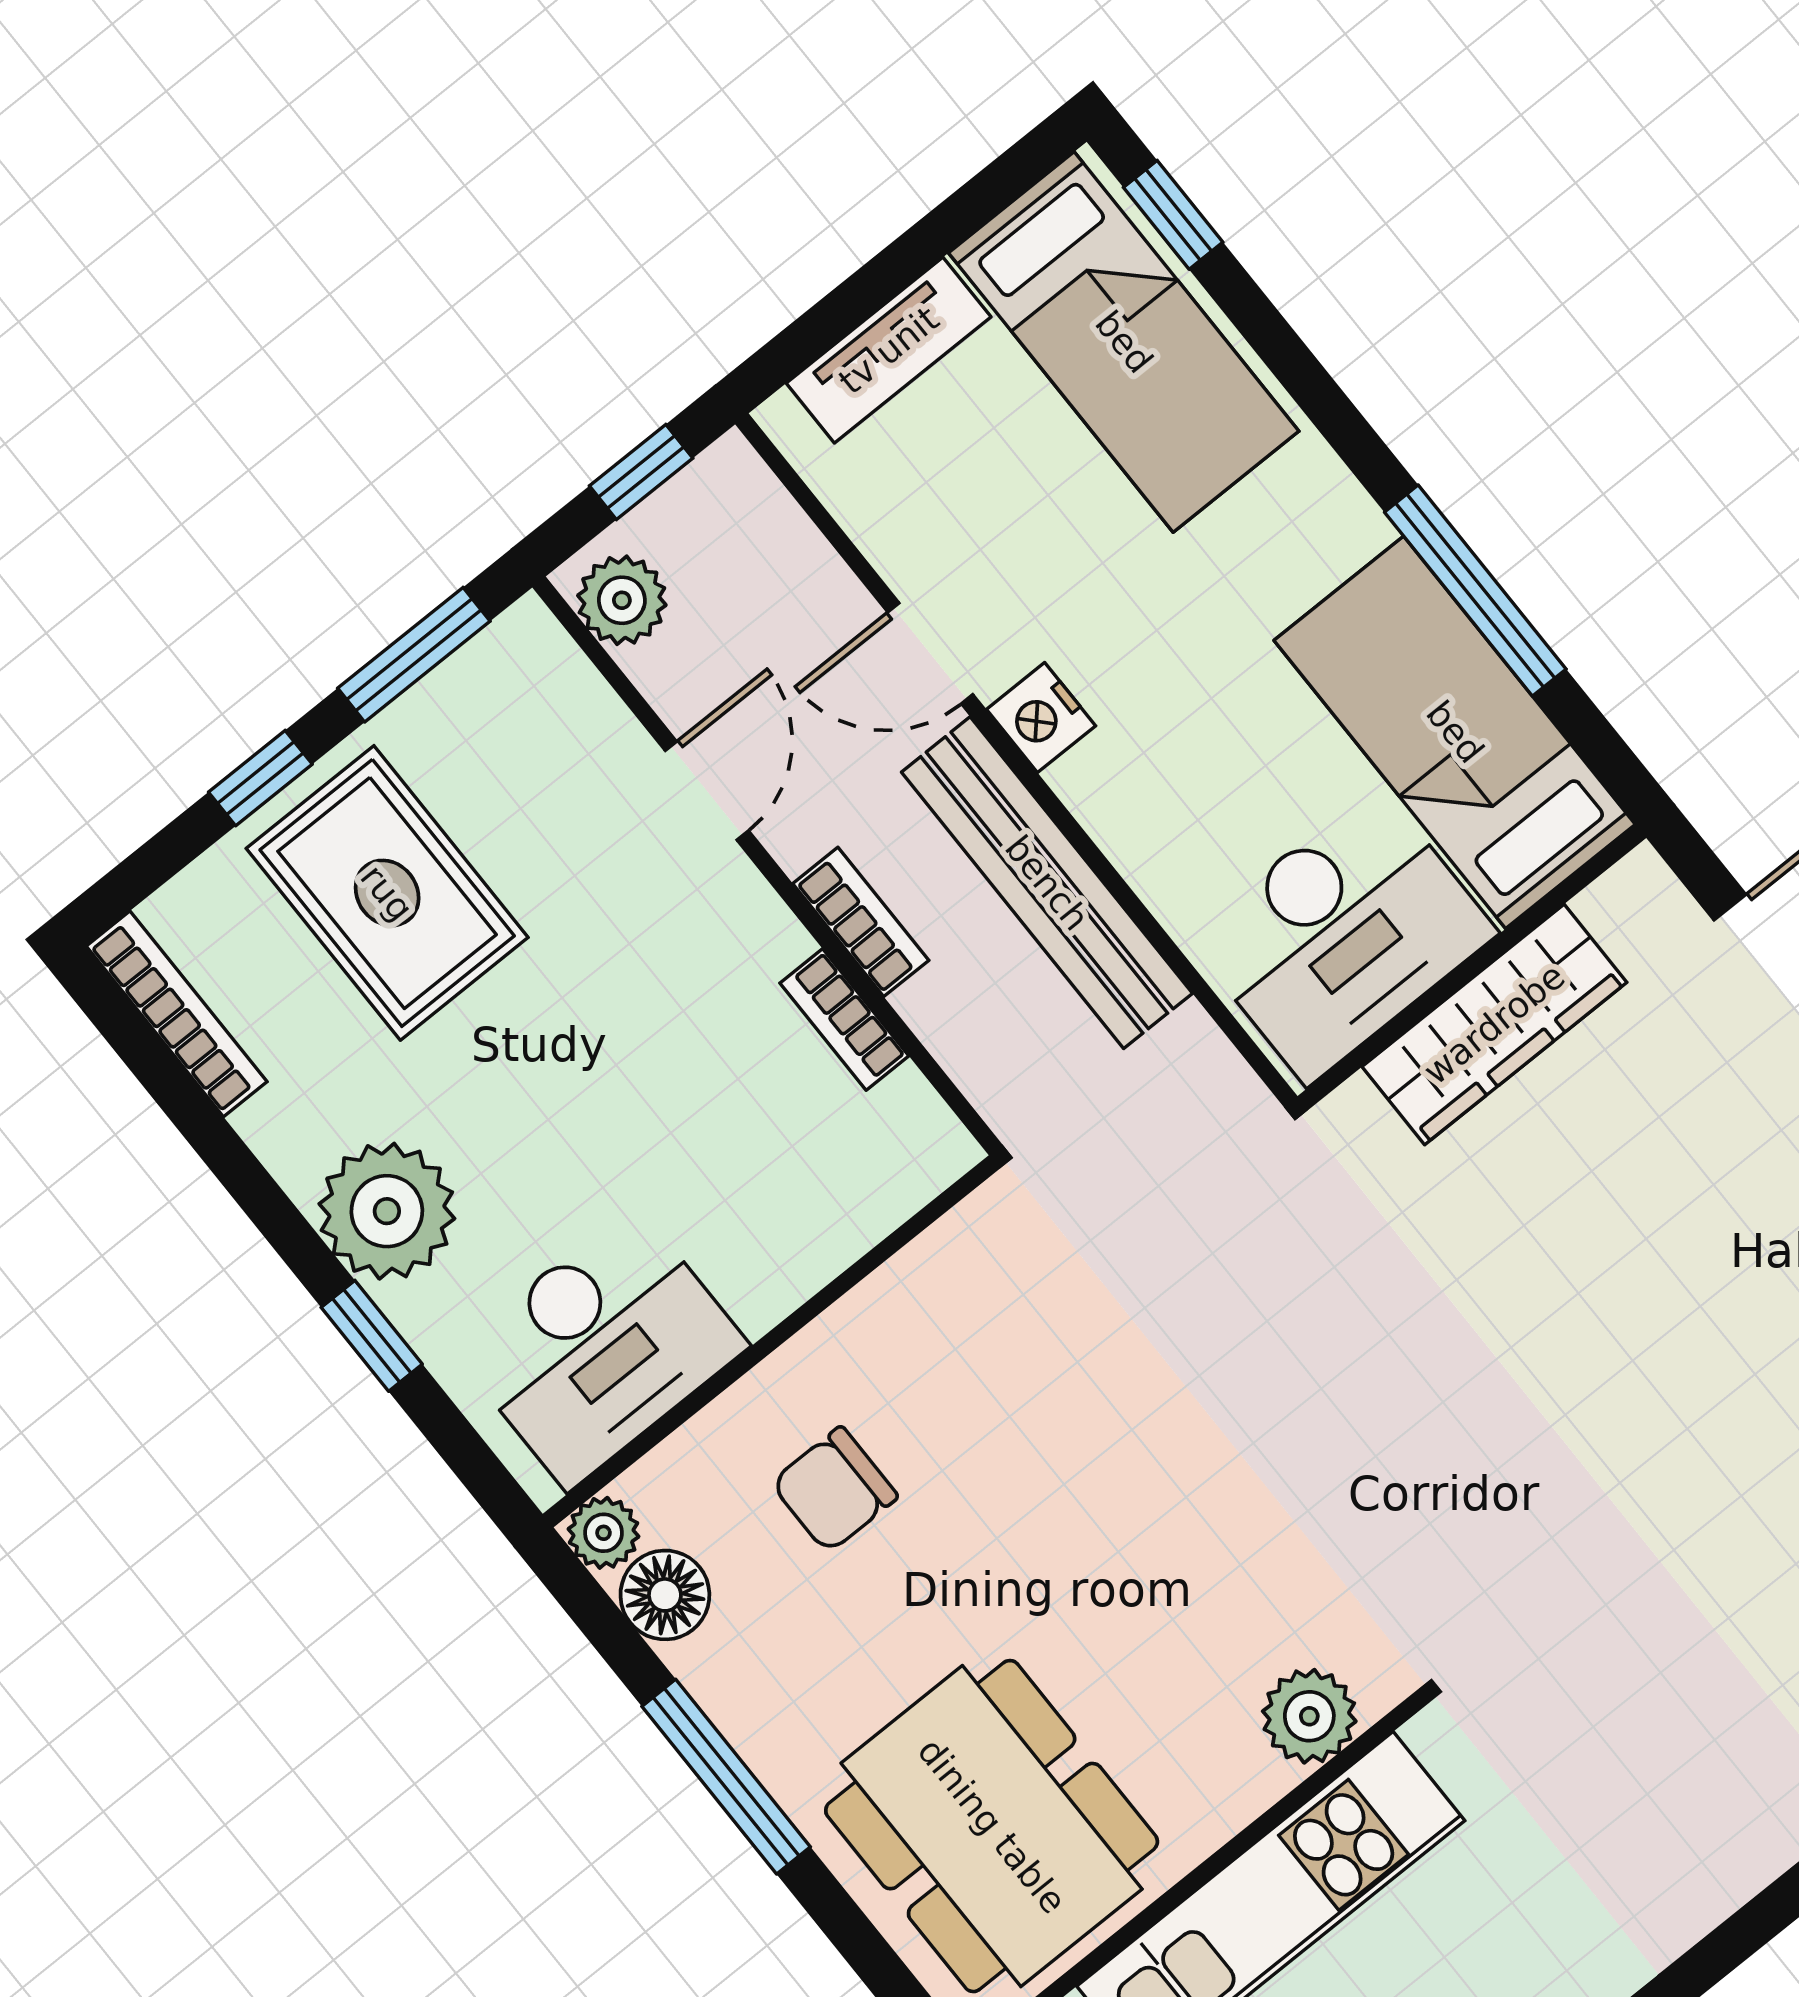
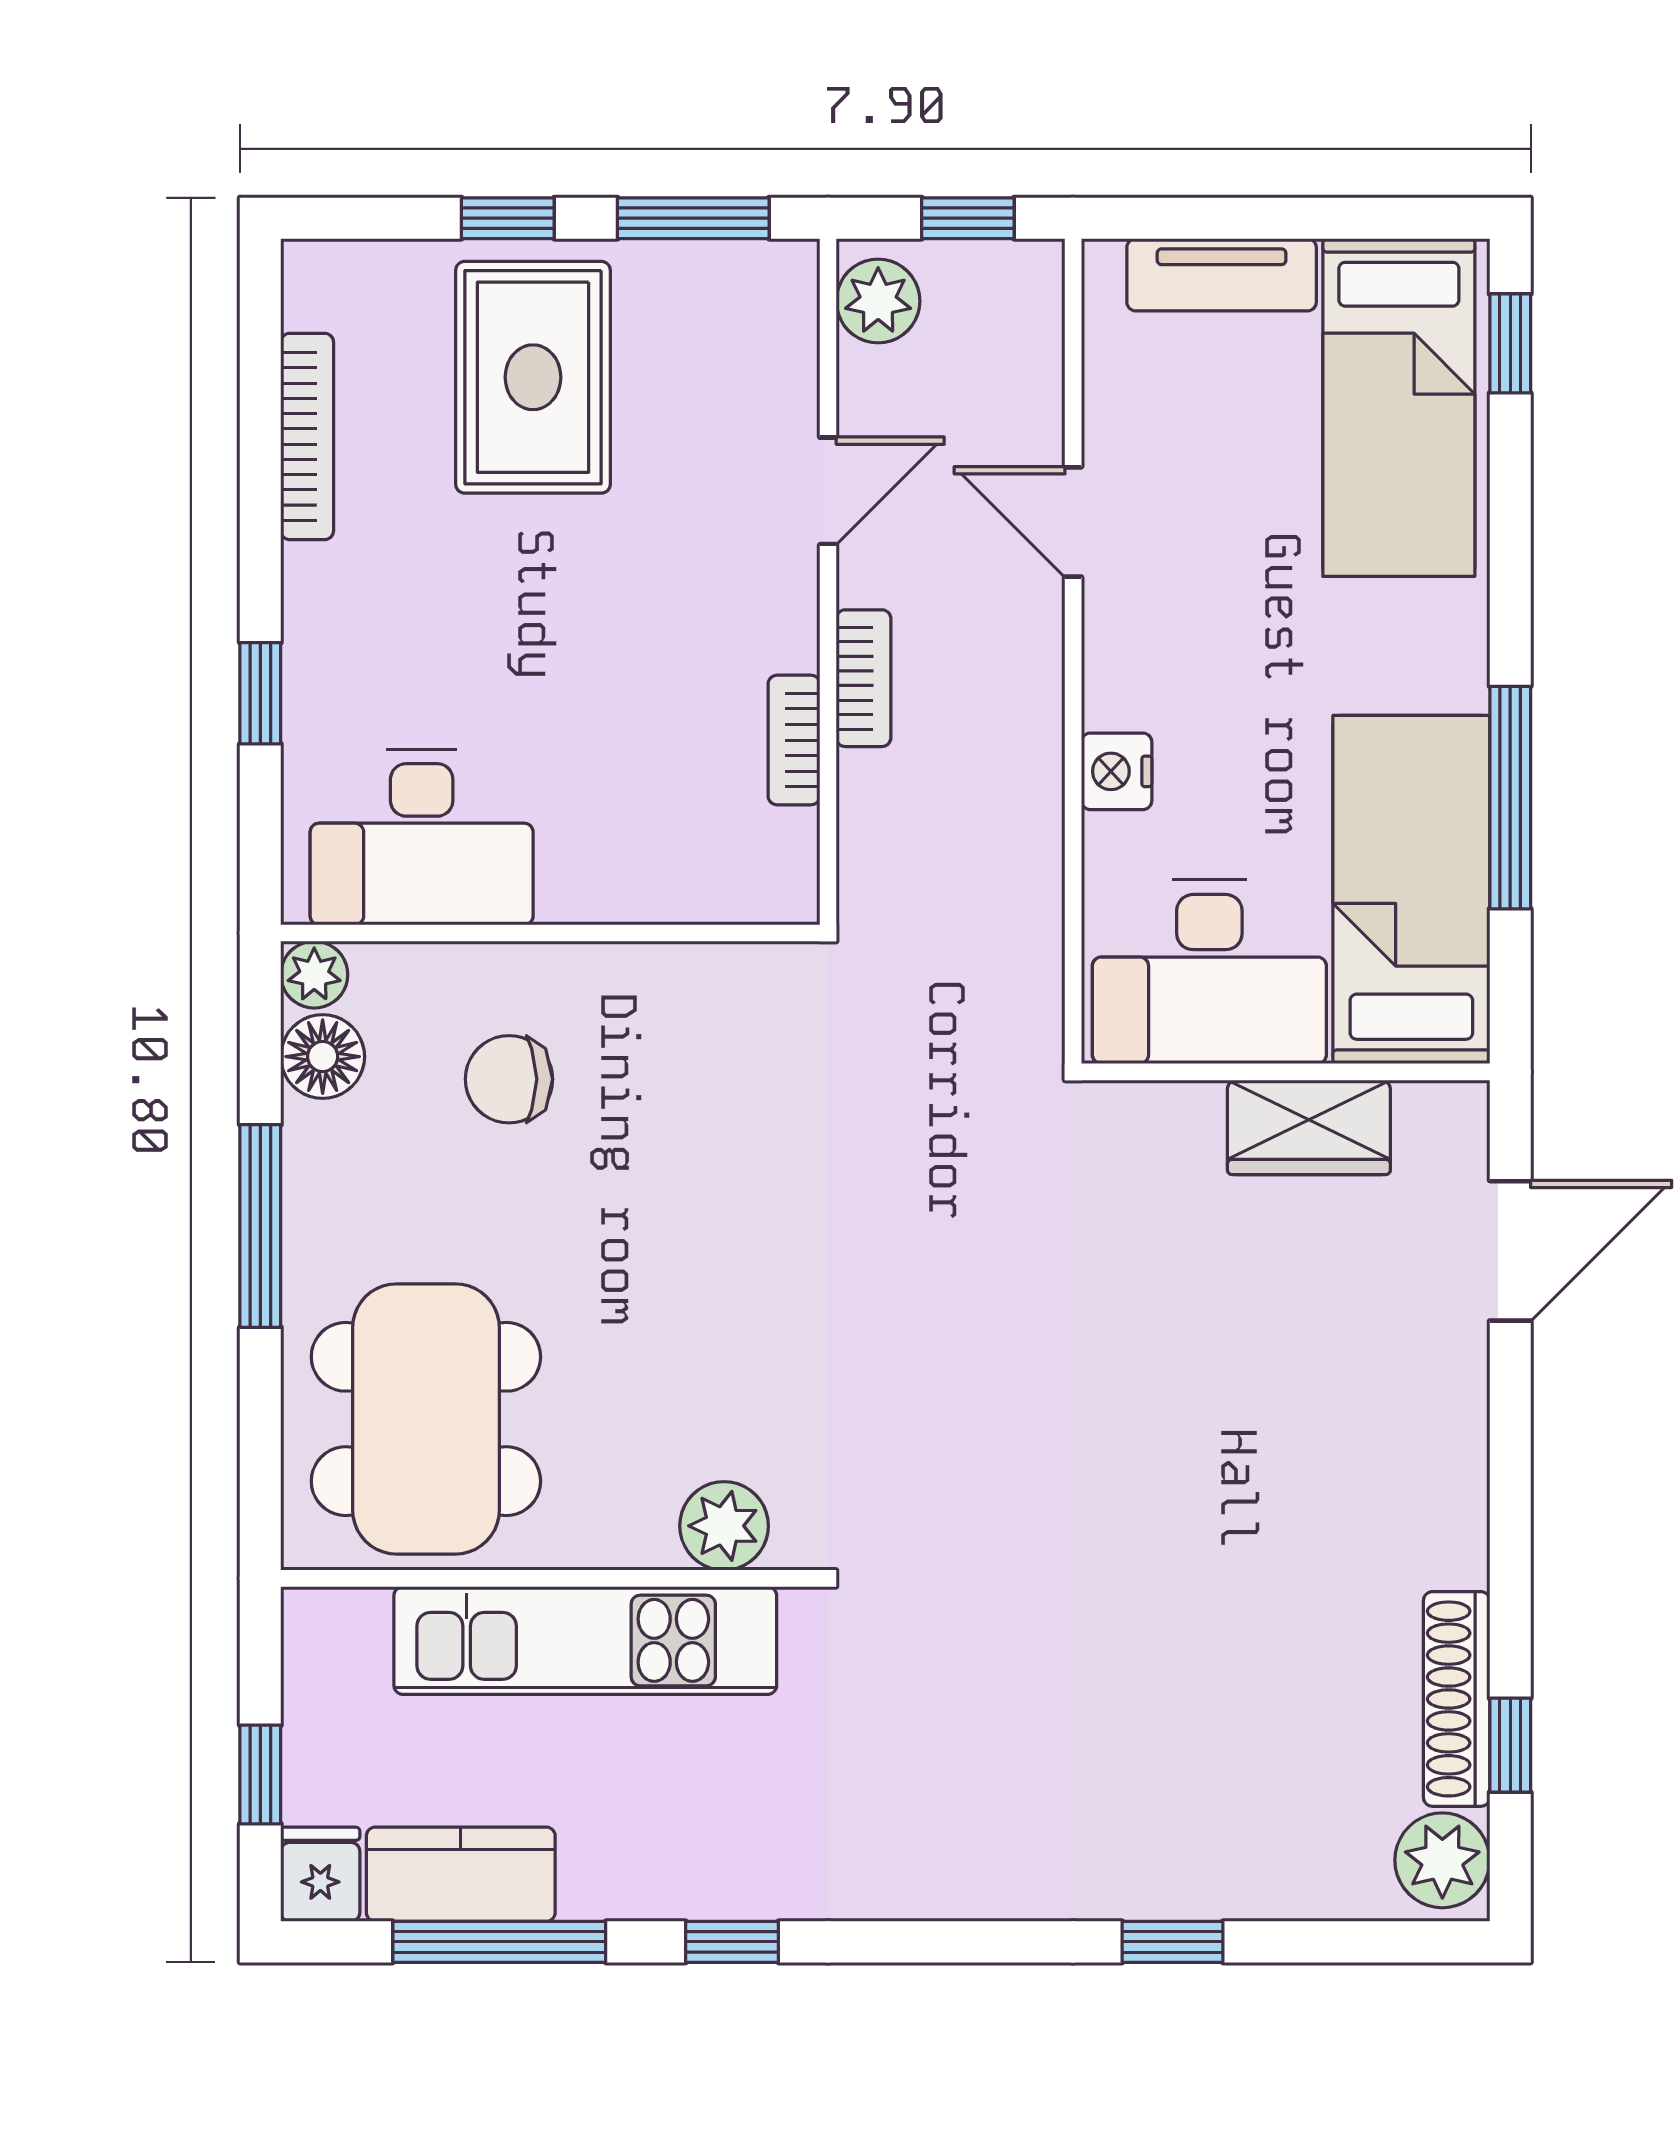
nightstand: (1041, 718) -> (1117, 771), moved
bench: (1047, 883) -> (1023, 759), removed
bookcase: (177, 1014) -> (307, 436), moved
wardrobe: (1494, 1024) -> (1309, 1127), width x0.67
plant: (387, 1211) -> (345, 611), removed

